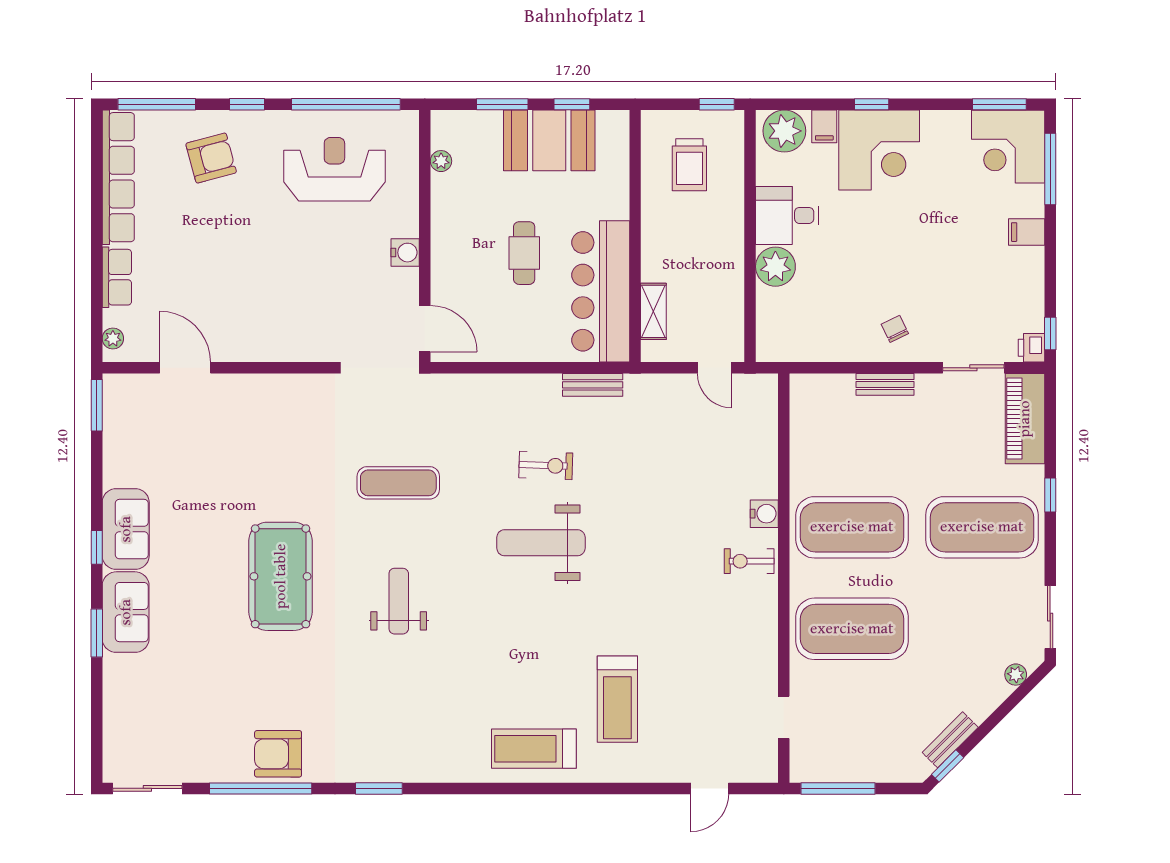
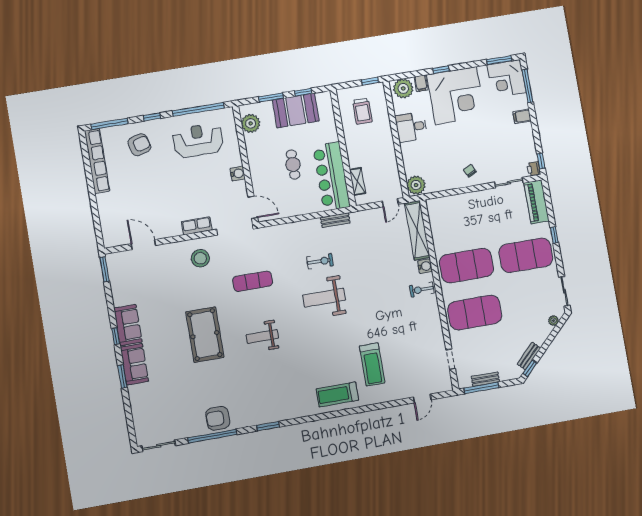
corner desk: (879, 150) -> (456, 96), width x1.36, depth x1.36
plant: (441, 161) -> (251, 123), width x1.87, depth x1.87
plant: (775, 267) -> (416, 185), moved
row of seats: (117, 277) -> (197, 226), moved, turned -90
plant: (113, 338) -> (107, 237), removed
door: (714, 368) -> (390, 203), hinge flipped
bench: (885, 384) -> (485, 379), moved
stool: (298, 416) -> (200, 258), added
shelving: (761, 435) -> (417, 230), added
weight bench: (399, 601) -> (262, 337), turned -90

